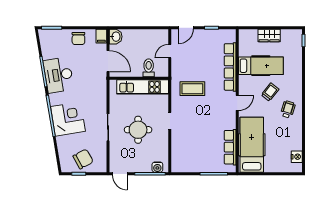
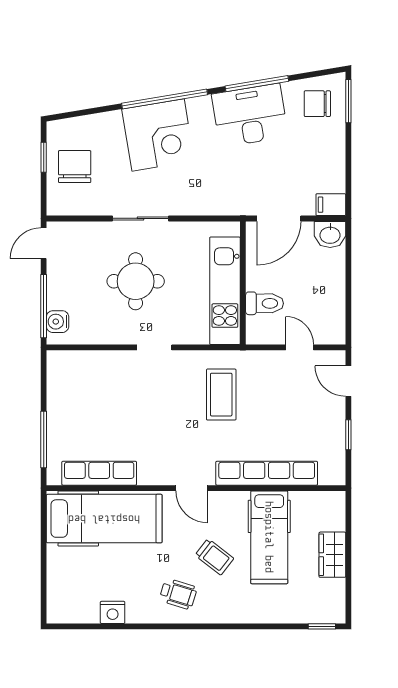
chair: (78, 38) -> (317, 104), moved
nightstand: (297, 157) -> (113, 612), moved
chair: (83, 159) -> (75, 167), turned -151

